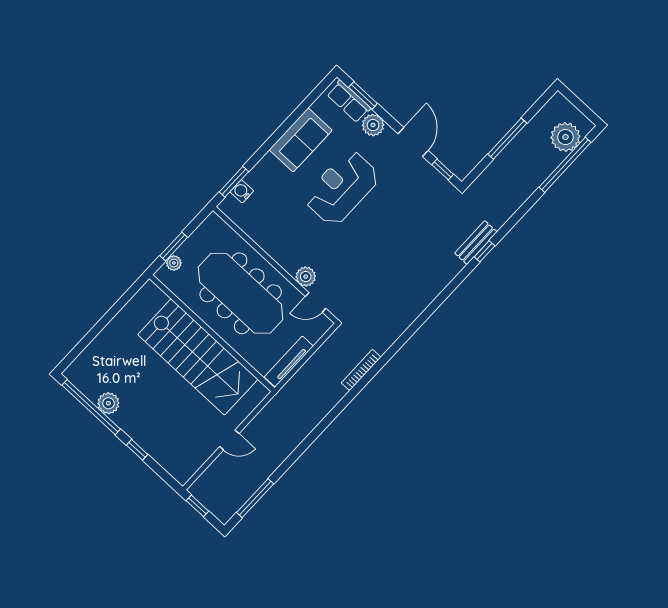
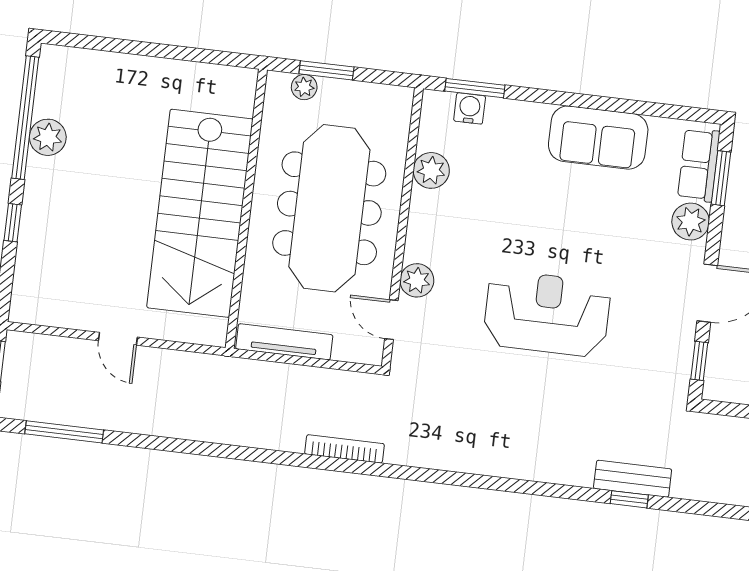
reception desk: (342, 188) -> (547, 314), moved
plant: (258, 231) -> (431, 170), added

